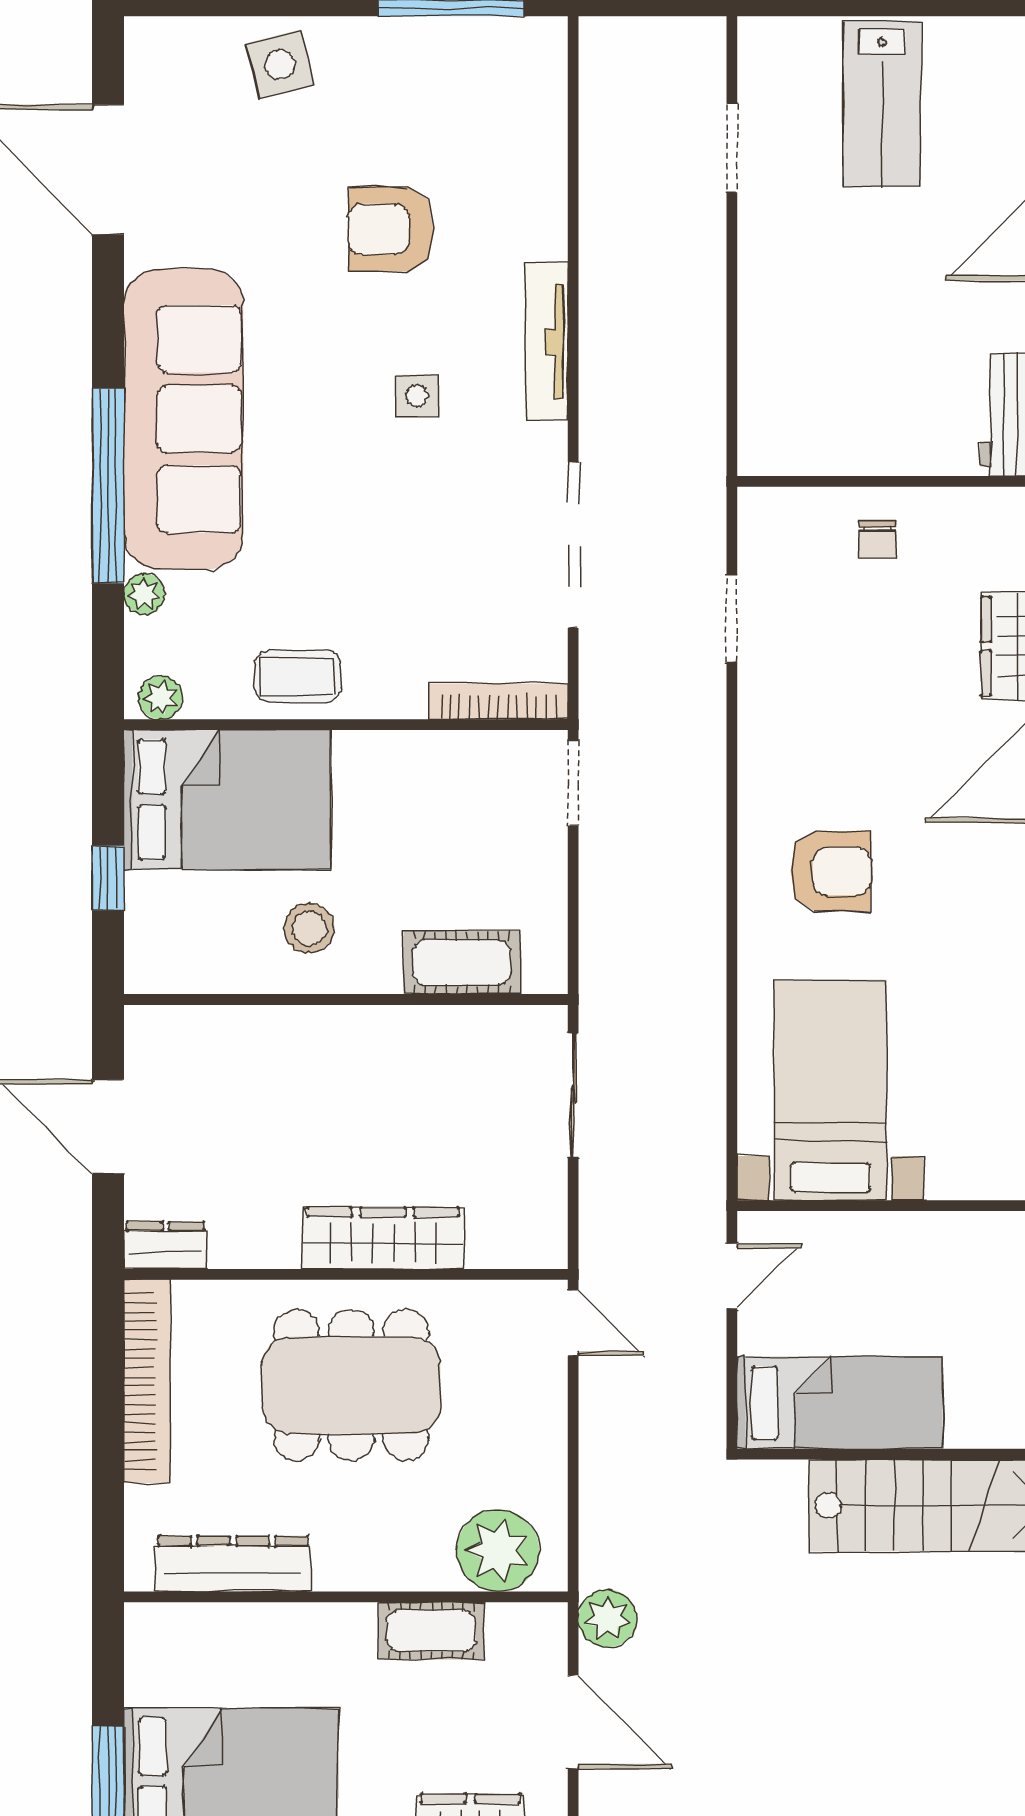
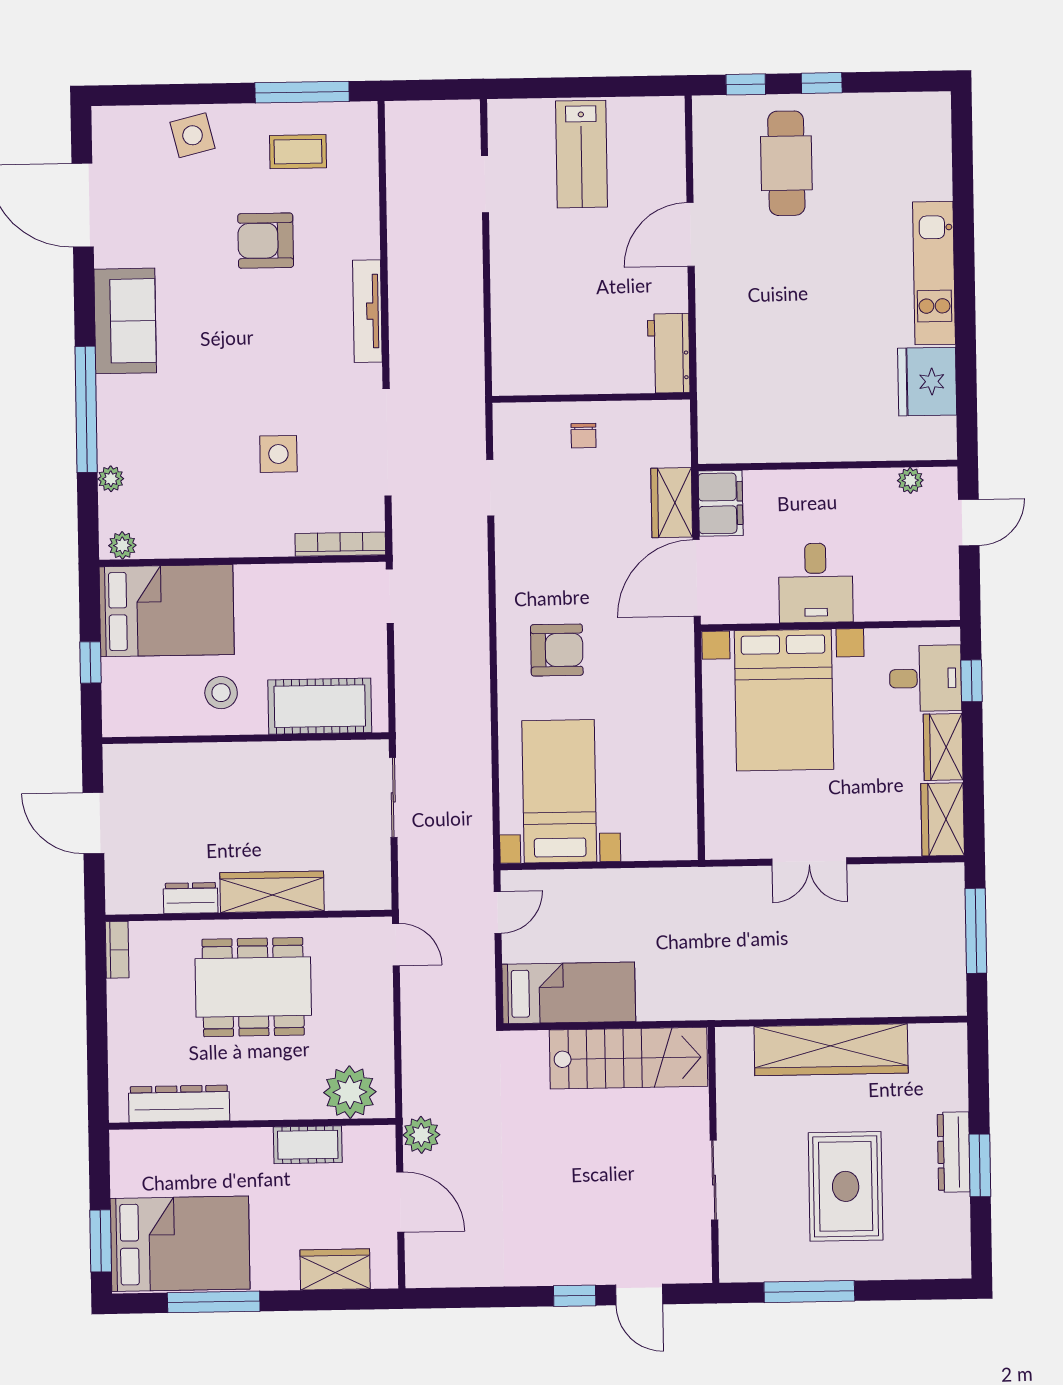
side table: (417, 396) -> (278, 454), moved, width x1.37, depth x1.37
sofa: (184, 419) -> (125, 321), width x0.54, depth x0.79
coffee table: (297, 676) -> (298, 152), moved
cot: (462, 963) -> (320, 706), width x1.37, depth x1.34
dresser: (166, 1246) -> (191, 898), moved
bookcase: (147, 1381) -> (117, 950), width x0.43, depth x0.76

